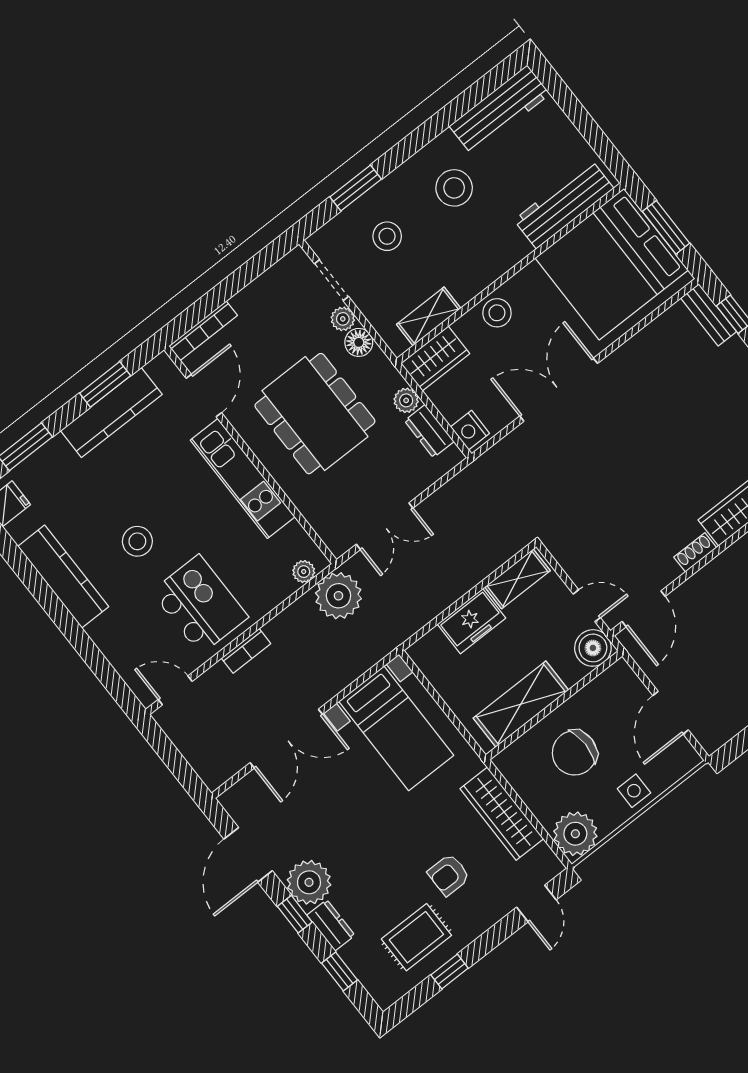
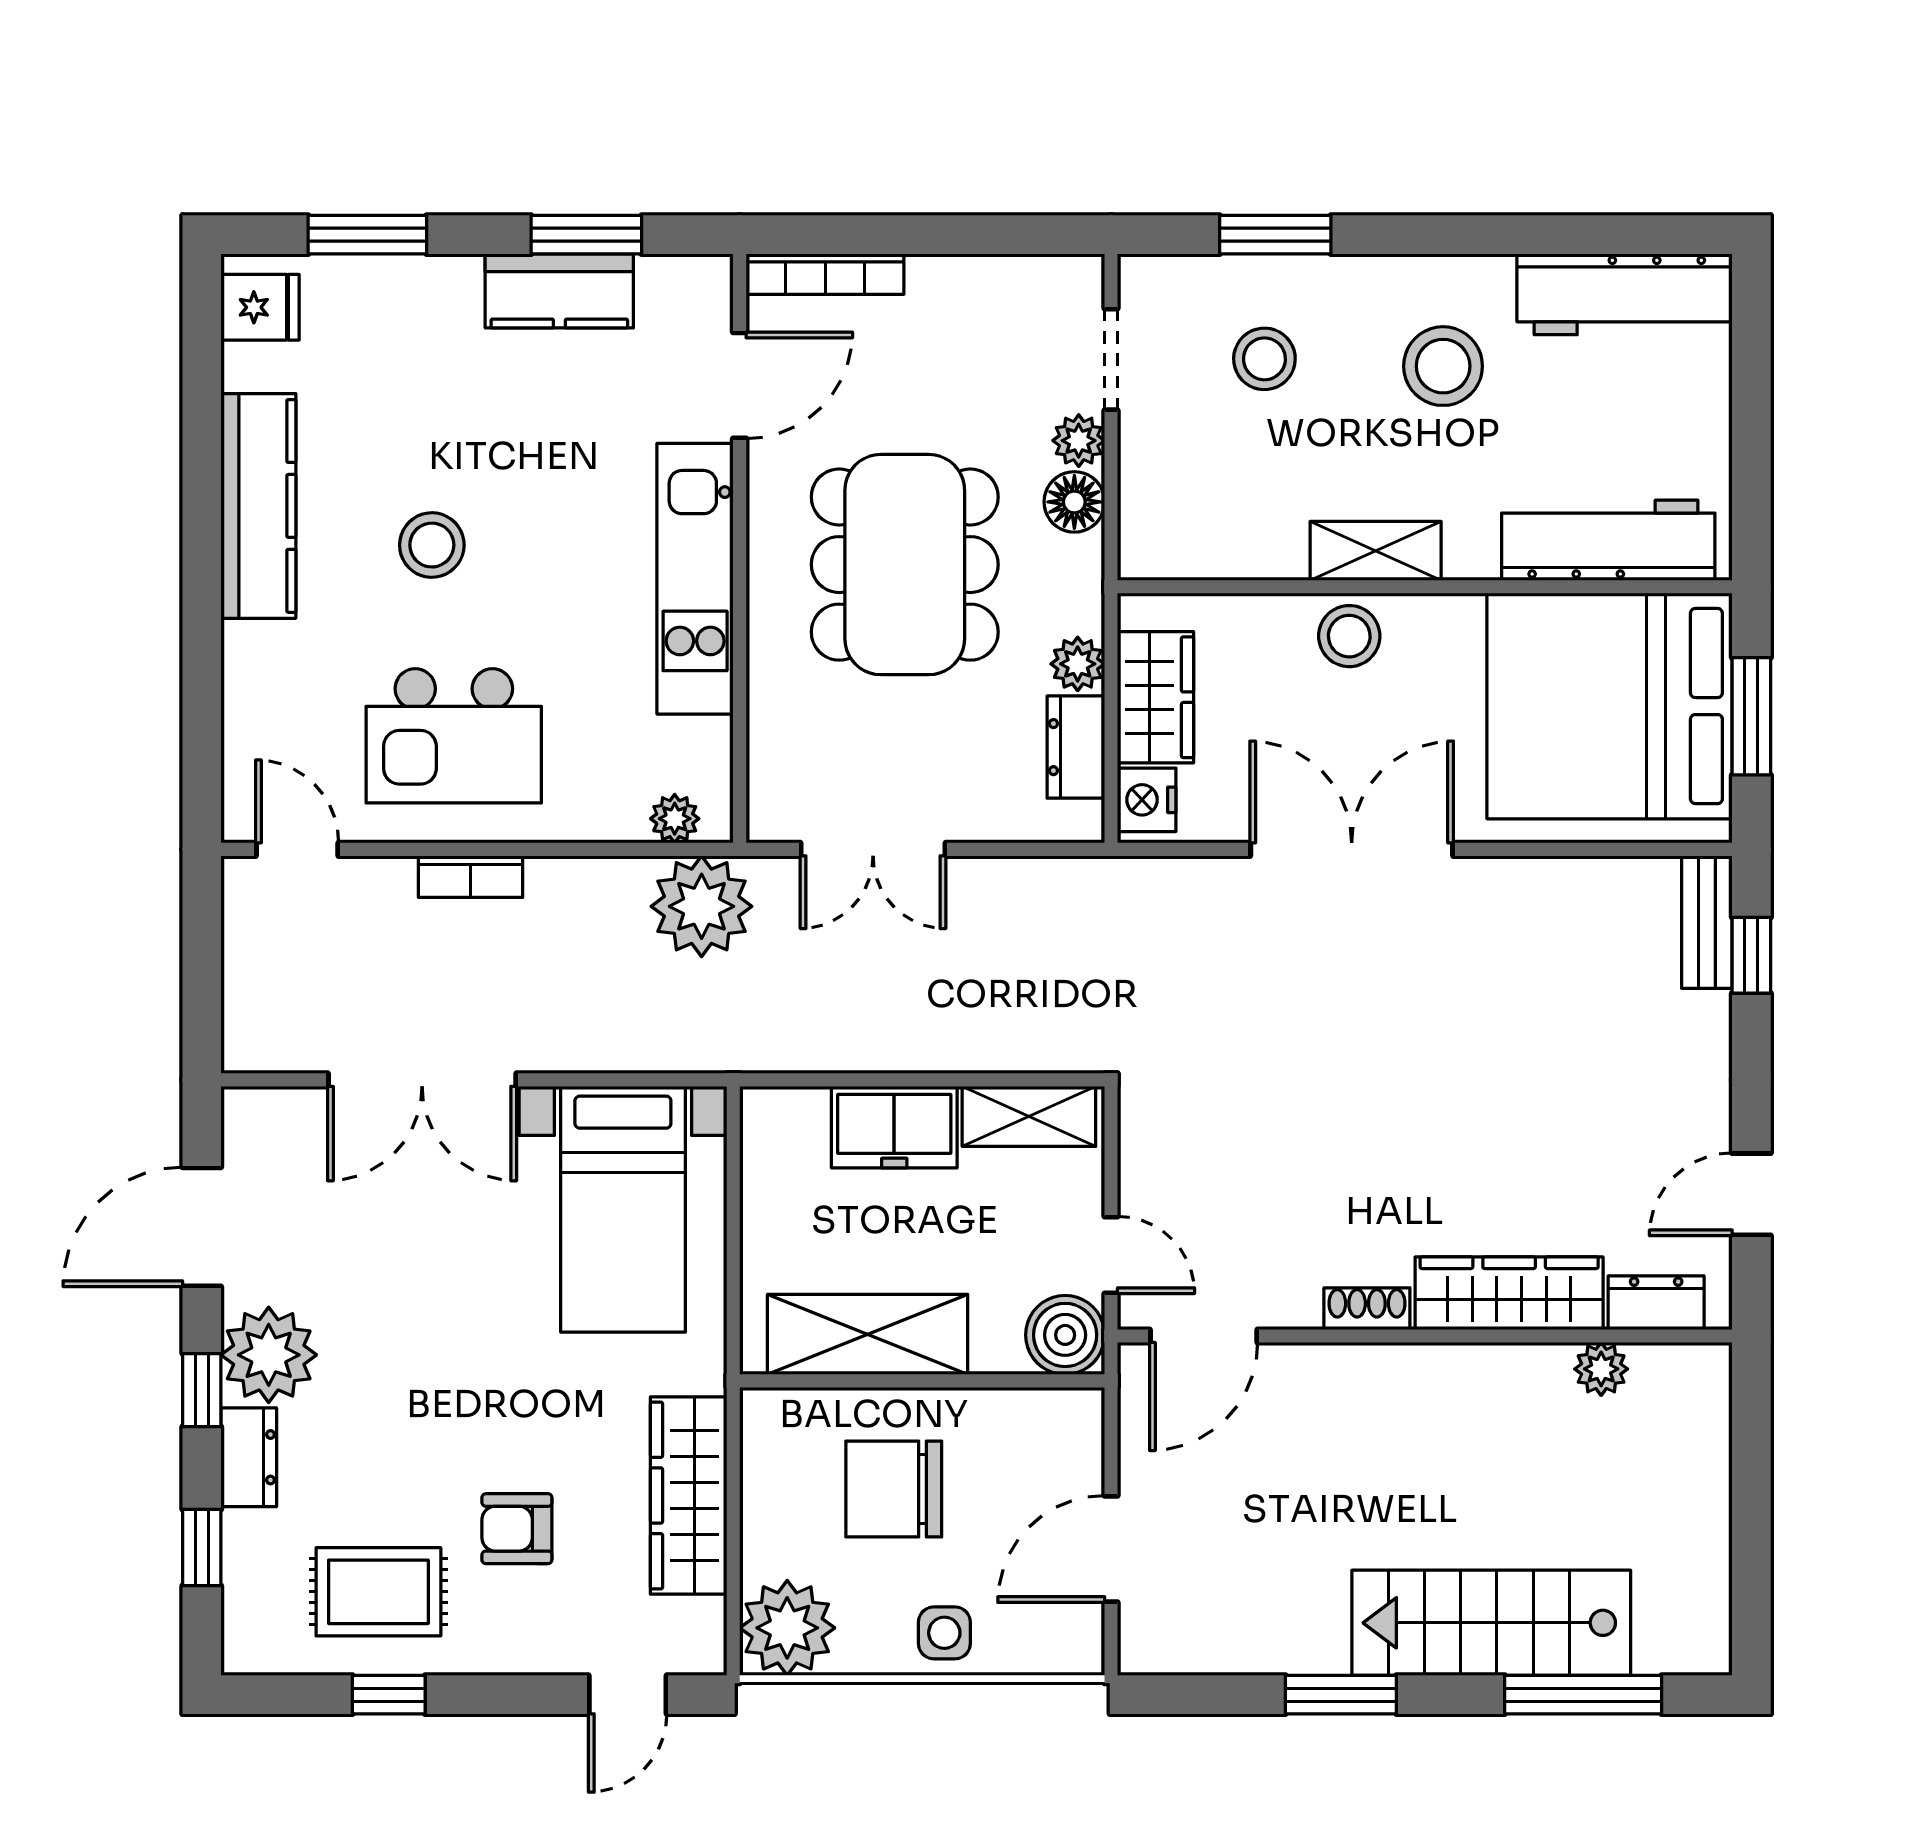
shelving: (429, 316) -> (1376, 551), moved
wardrobe: (435, 358) -> (1156, 697), moved, turned -90
kitchen counter: (111, 413) -> (559, 291), width x0.67
kitchen island: (200, 604) -> (454, 736), turned 90

